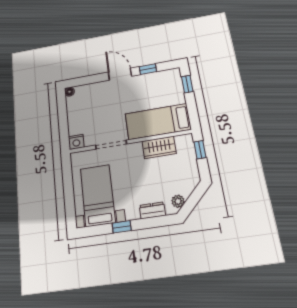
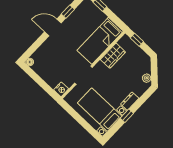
dresser: (152, 210) -> (130, 101), moved

